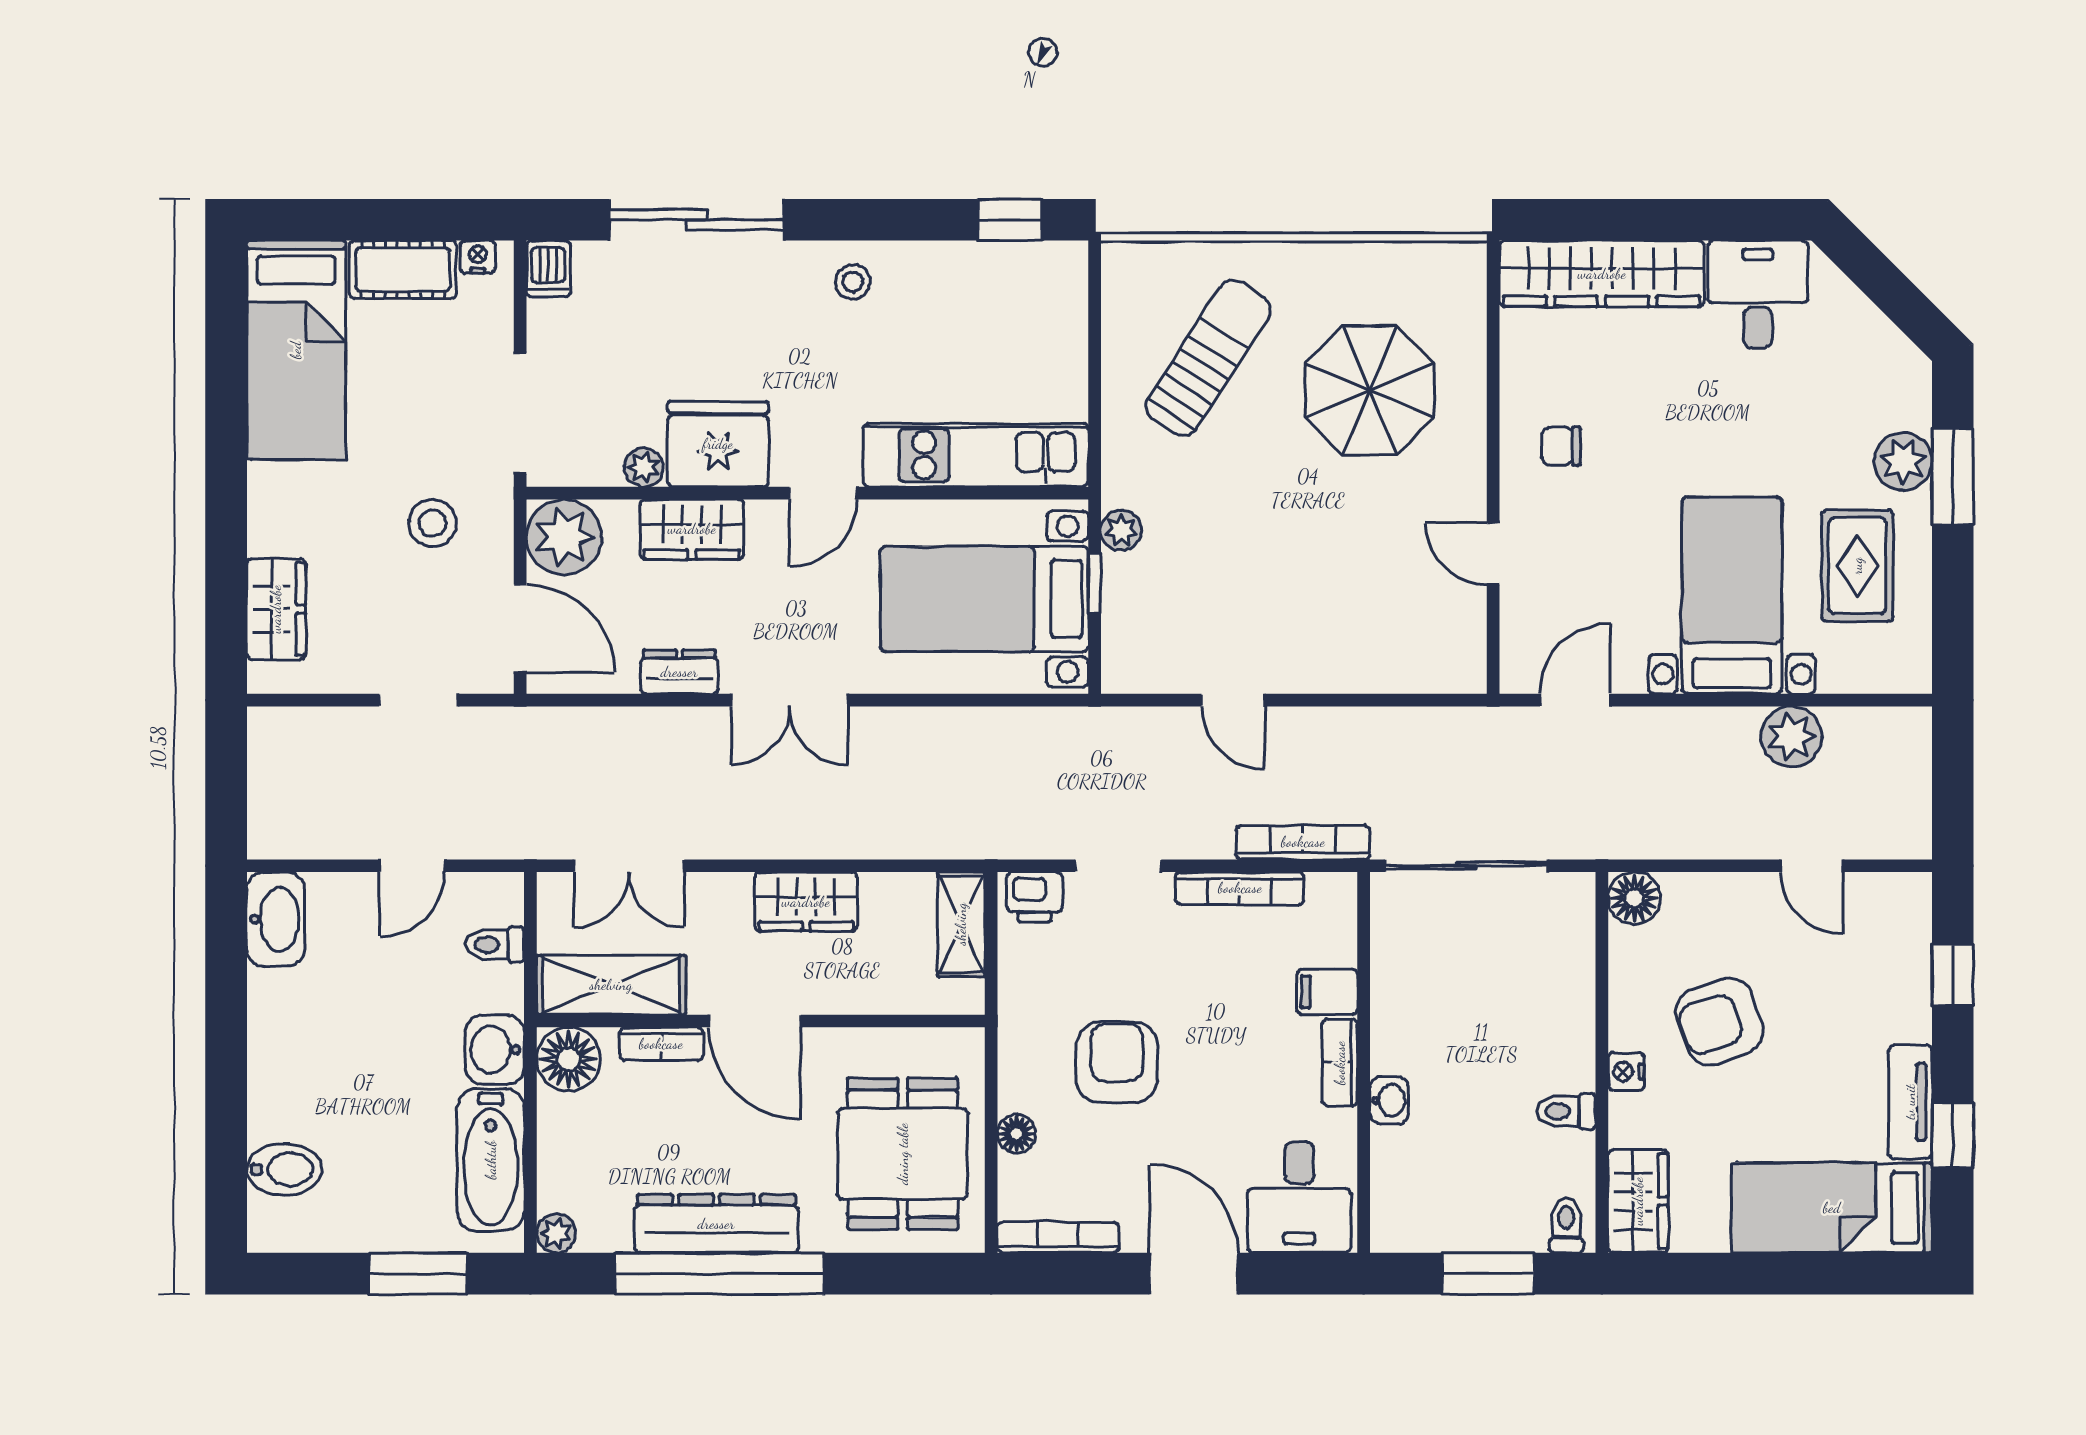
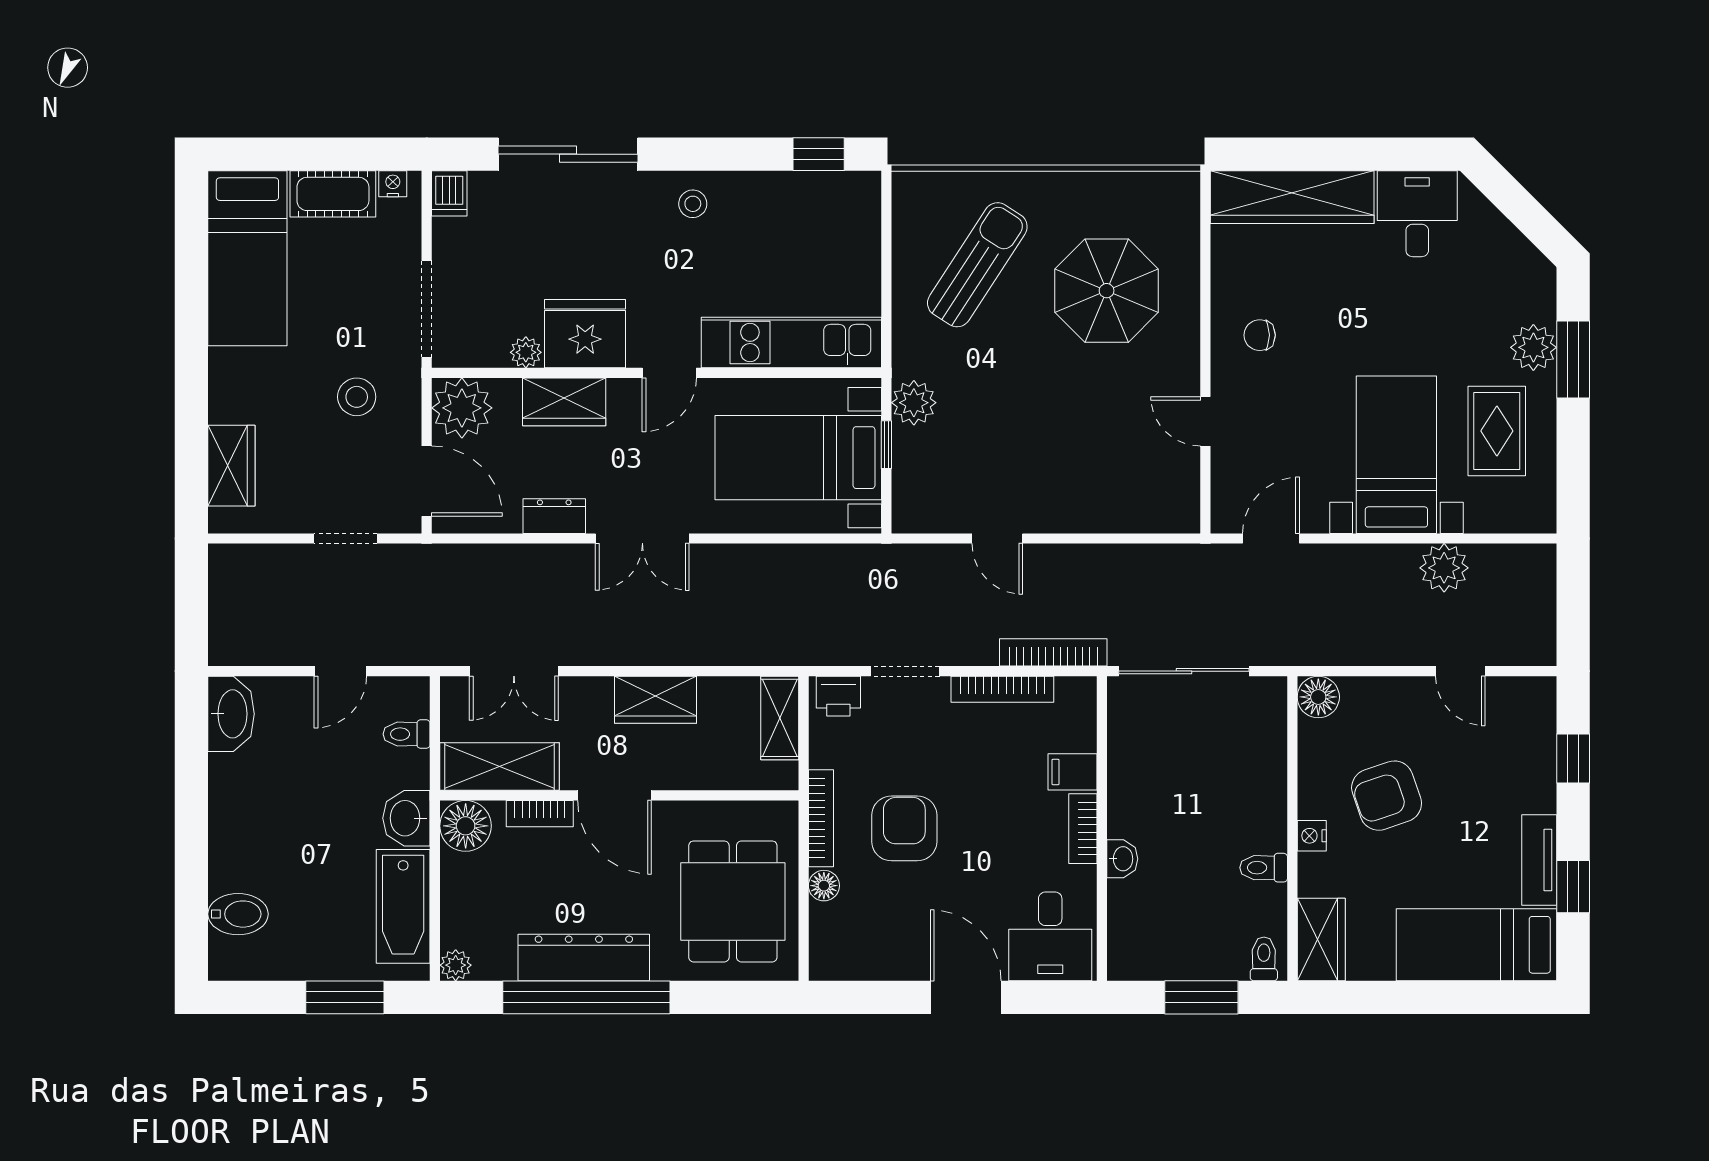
plant: (1121, 530) -> (914, 403), width x1.38, depth x1.38
bookcase: (1058, 1237) -> (821, 818), moved, turned 90

